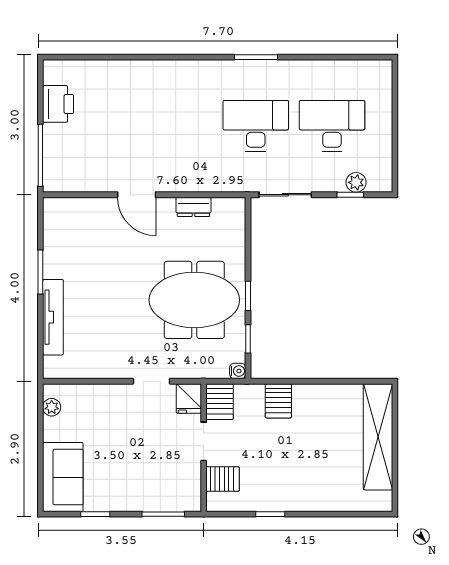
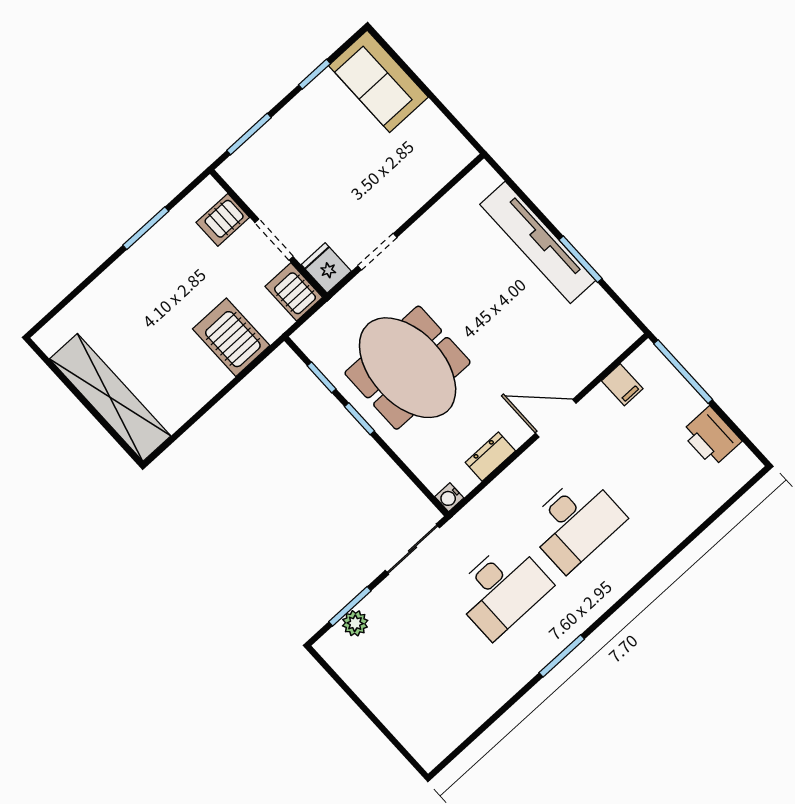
desk: (332, 126) -> (575, 522), moved
filing cabinet: (82, 179) -> (622, 385), added
window: (350, 195) -> (350, 606), width x1.50
meeting table: (194, 300) -> (408, 368), turned 90
tv unit: (53, 317) -> (538, 242), width x1.36, depth x1.29
water cooler: (238, 371) -> (449, 497), moved
server rack: (278, 401) -> (231, 337), width x1.36, depth x1.44
plant: (52, 407) -> (451, 139), removed
window: (270, 514) -> (146, 228), width x1.50

